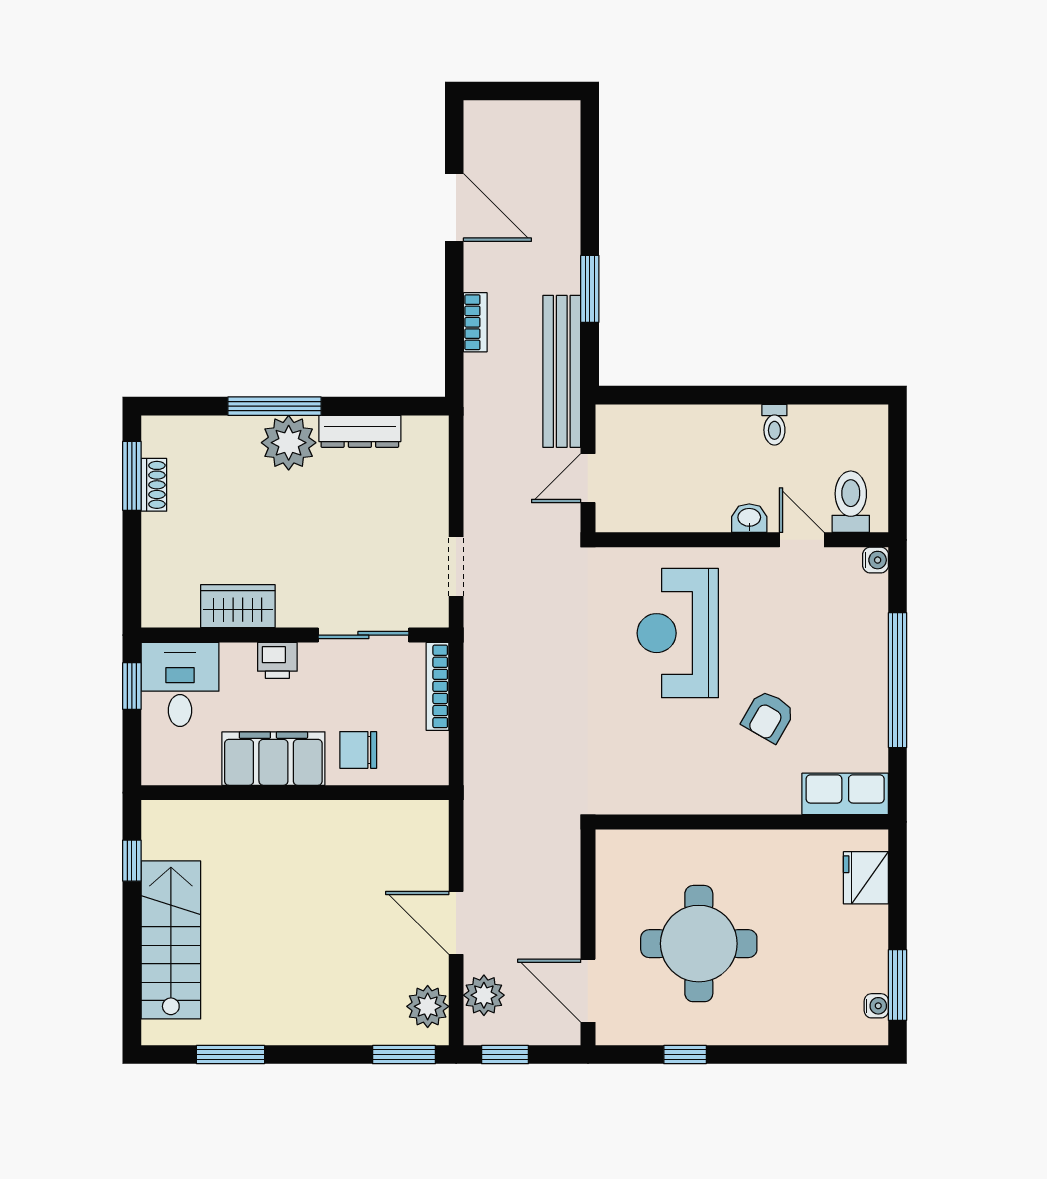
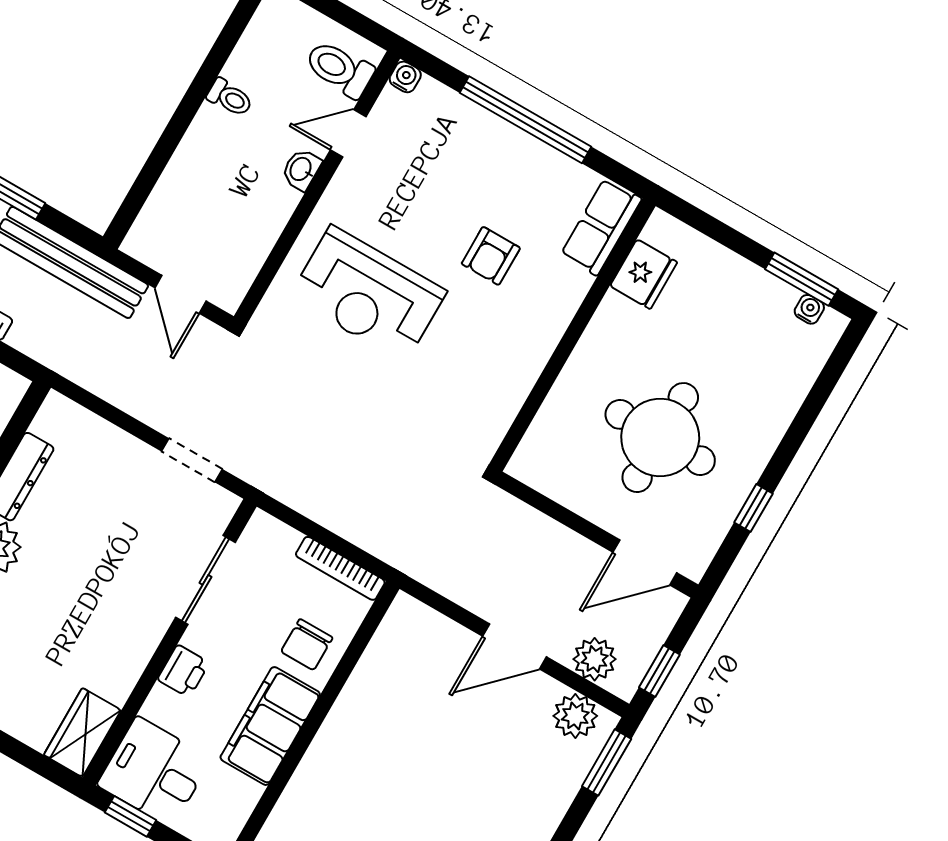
wardrobe: (238, 606) -> (82, 733), moved
bookcase: (438, 686) -> (340, 568), moved
armchair: (768, 716) -> (491, 256), turned 60
fridge: (866, 878) -> (644, 274), moved, turned -90

